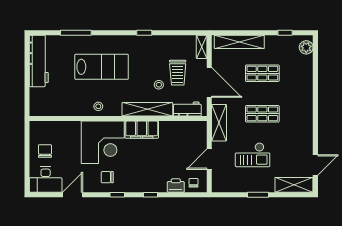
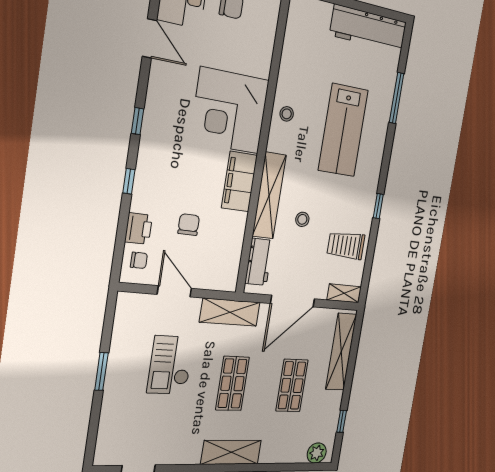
trolley: (178, 73) -> (346, 245), moved
chair: (107, 177) -> (189, 225), moved
shelving: (294, 185) -> (231, 452), moved, turned 90

